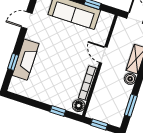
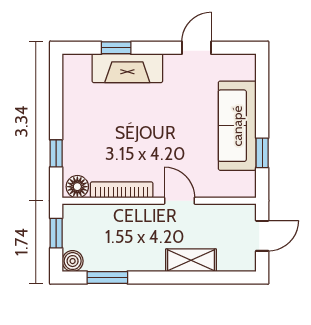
door: (27, 20) -> (196, 48), hinge flipped
door: (103, 55) -> (179, 201), hinge flipped
boiler: (130, 79) -> (73, 261), moved

